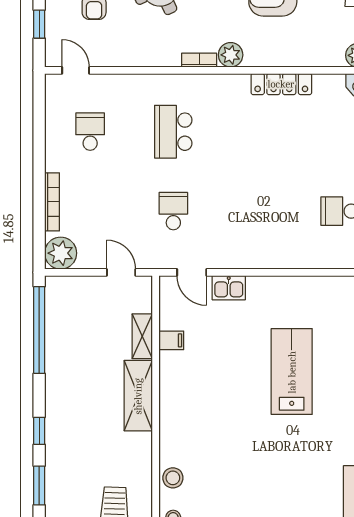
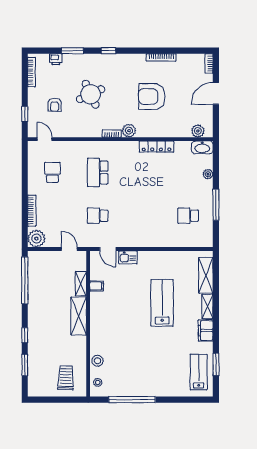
school desk: (173, 211) -> (98, 216), turned -90

